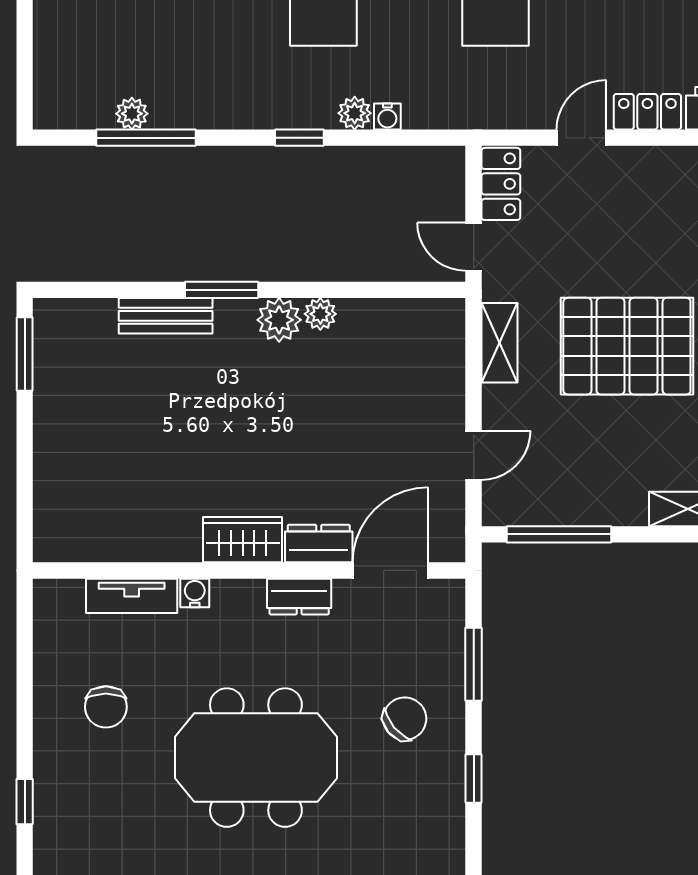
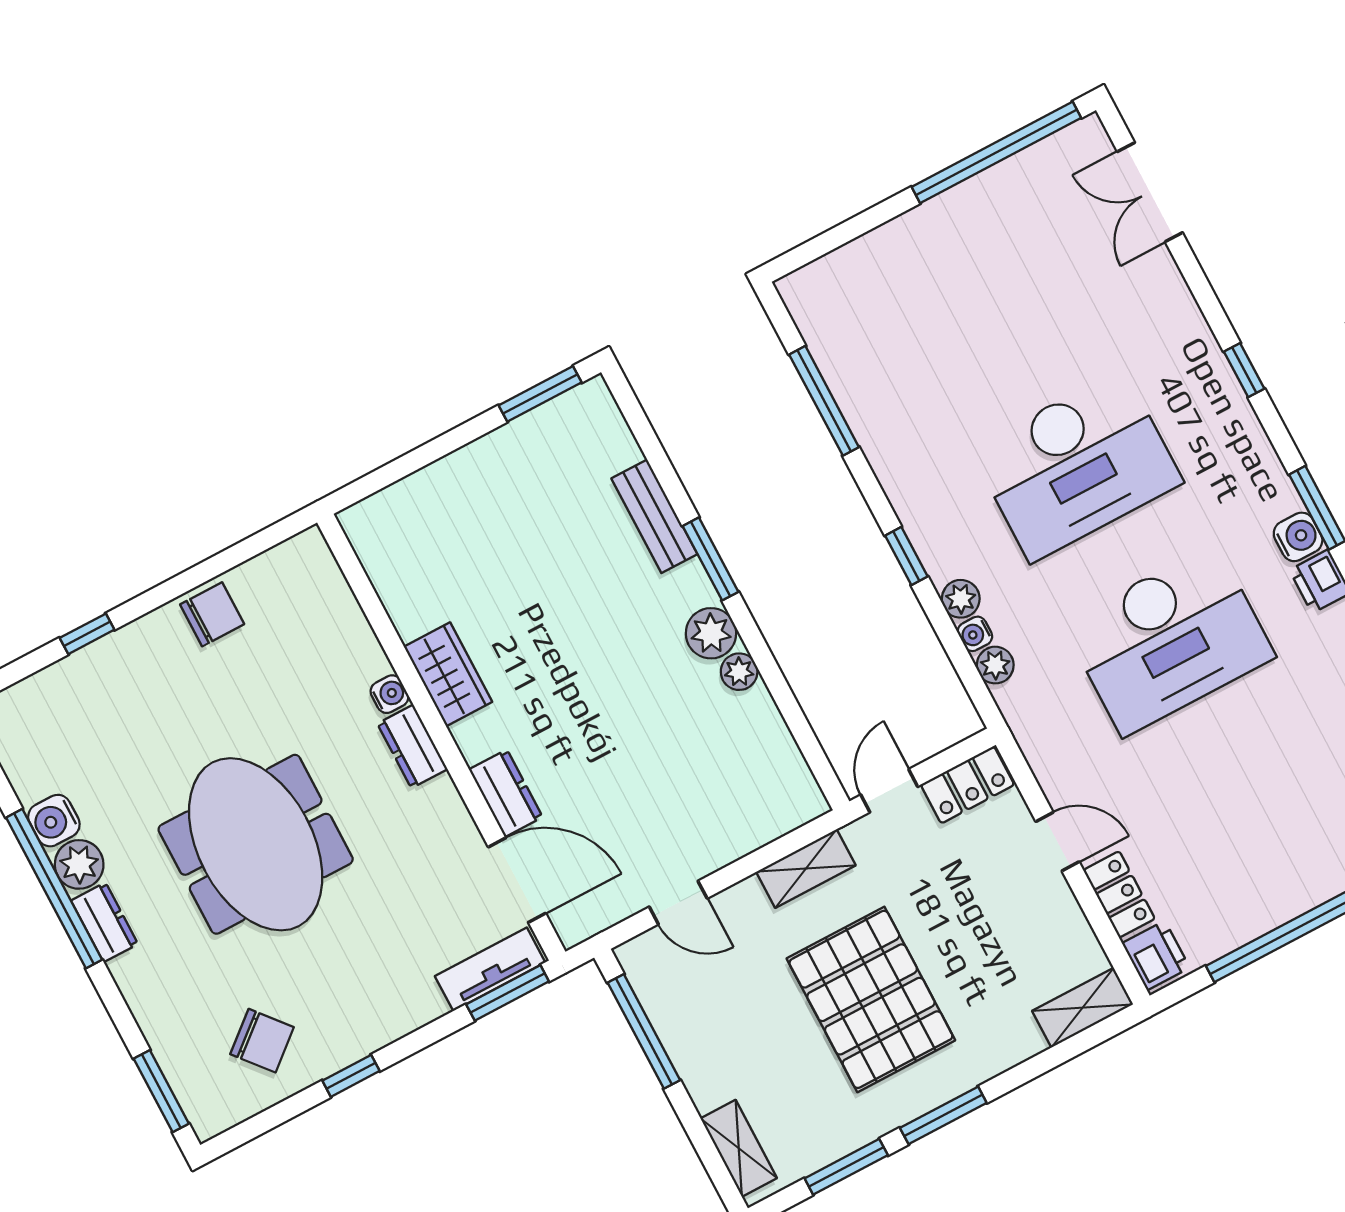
plant: (132, 114) -> (995, 665), moved
wardrobe: (243, 540) -> (448, 674), moved
tv unit: (132, 596) -> (490, 969), moved, turned 90
dresser: (299, 597) -> (412, 746), moved
window: (474, 664) -> (508, 993), moved
chair: (106, 707) -> (212, 614), moved, turned 180
chair: (405, 719) -> (262, 1041), moved

